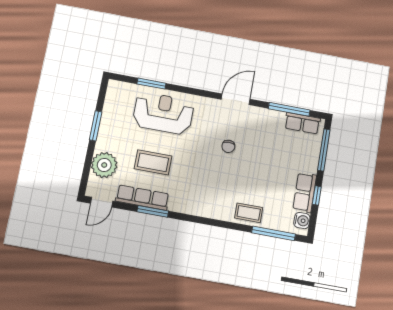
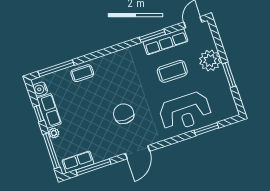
chair: (228, 146) -> (124, 114), width x1.87, depth x1.87
plant: (104, 165) -> (210, 60), moved
plant: (312, 167) -> (54, 133), added

